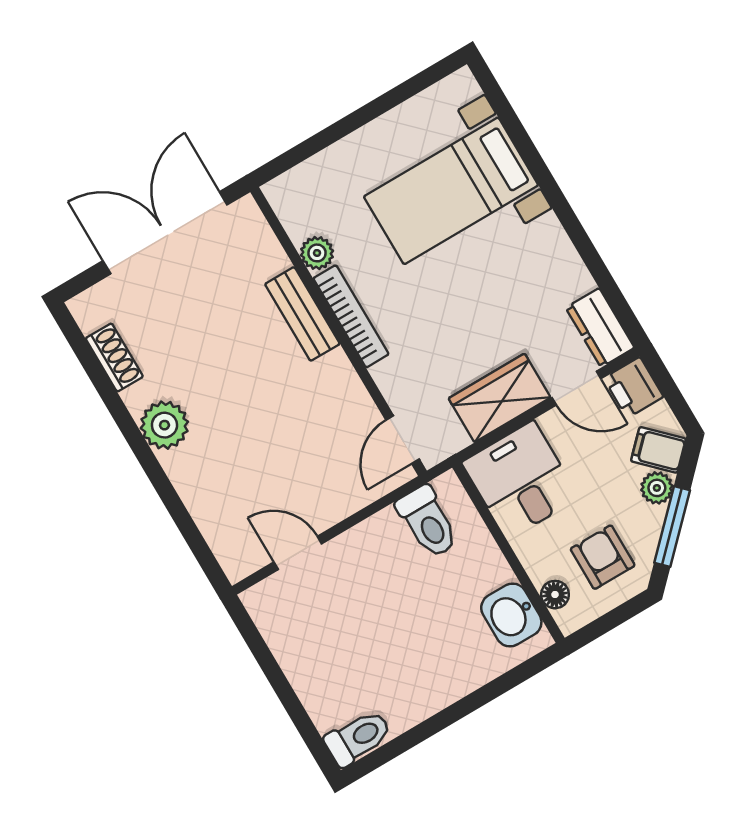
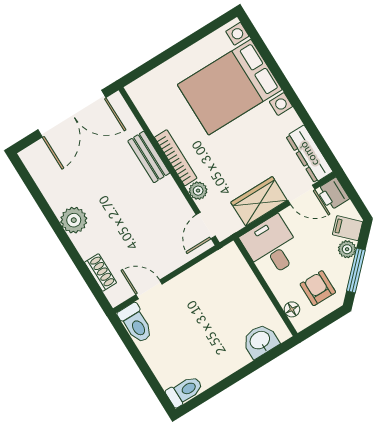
bed with nightstands: (451, 191) -> (230, 87), width x1.36
double door: (165, 233) -> (72, 114), swing flipped
plant: (317, 253) -> (198, 191), moved
dresser: (600, 328) -> (309, 154), width x1.44
shoe rack: (114, 357) -> (101, 272), moved
toilet: (428, 522) -> (136, 323), moved
washbasin: (511, 615) -> (260, 341), moved, turned 90

